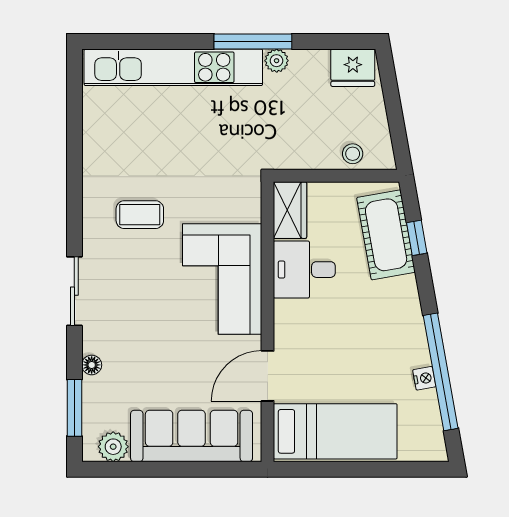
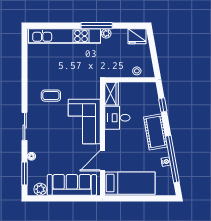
cot: (386, 235) -> (155, 132), moved

